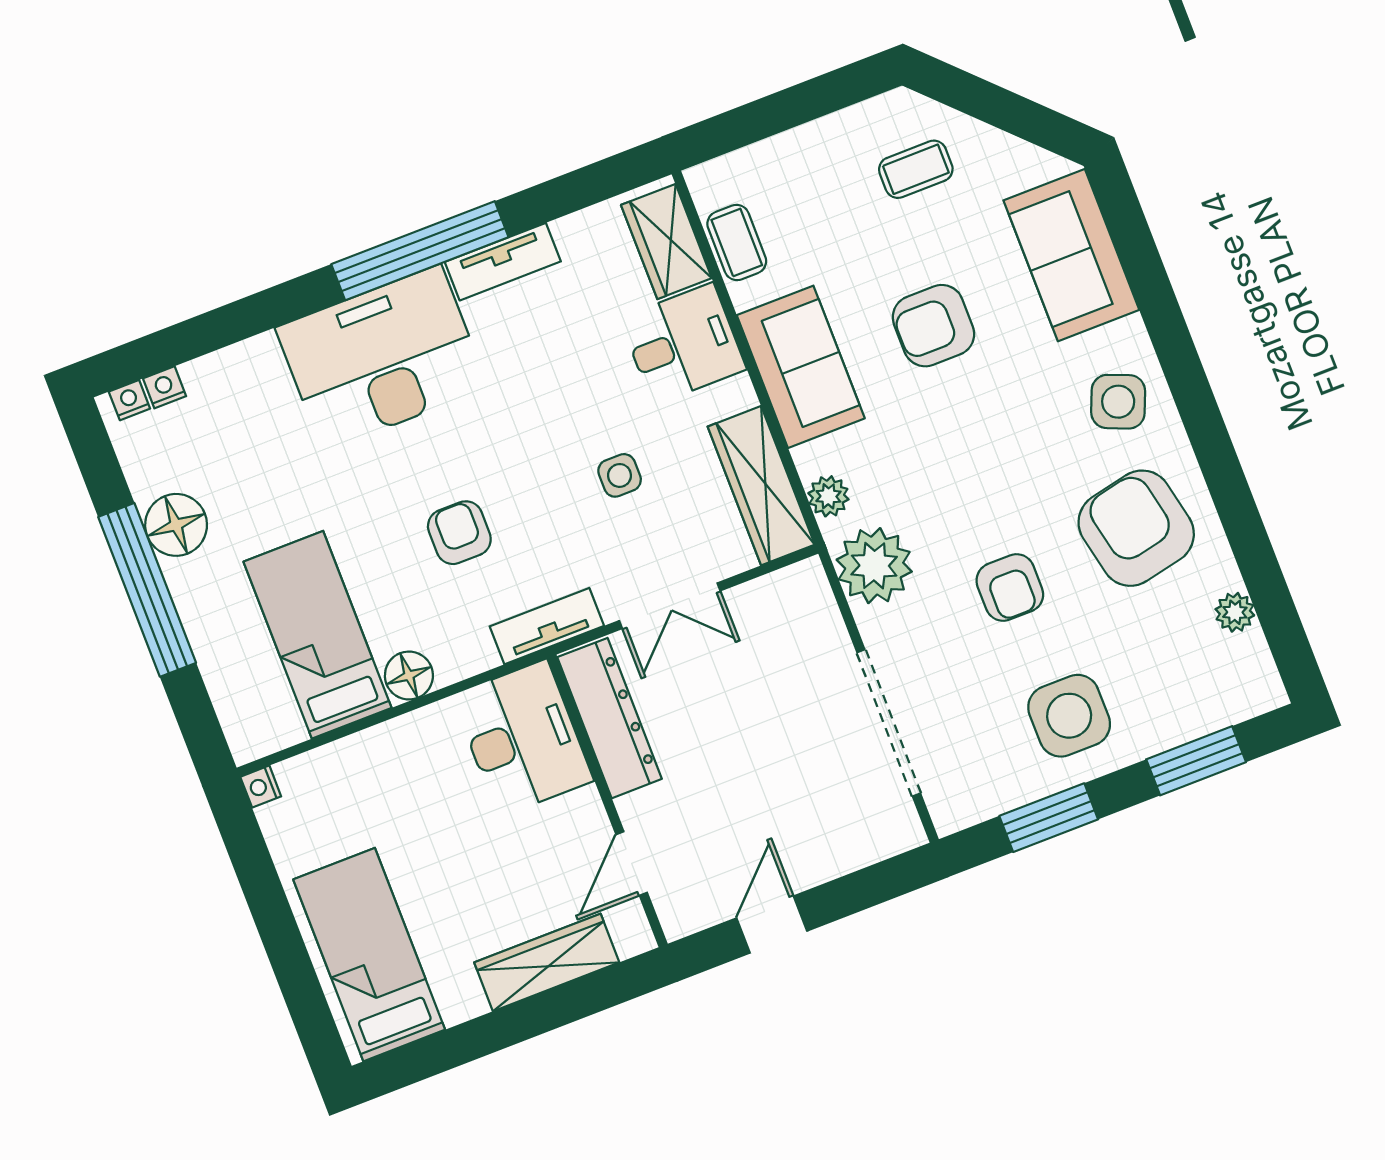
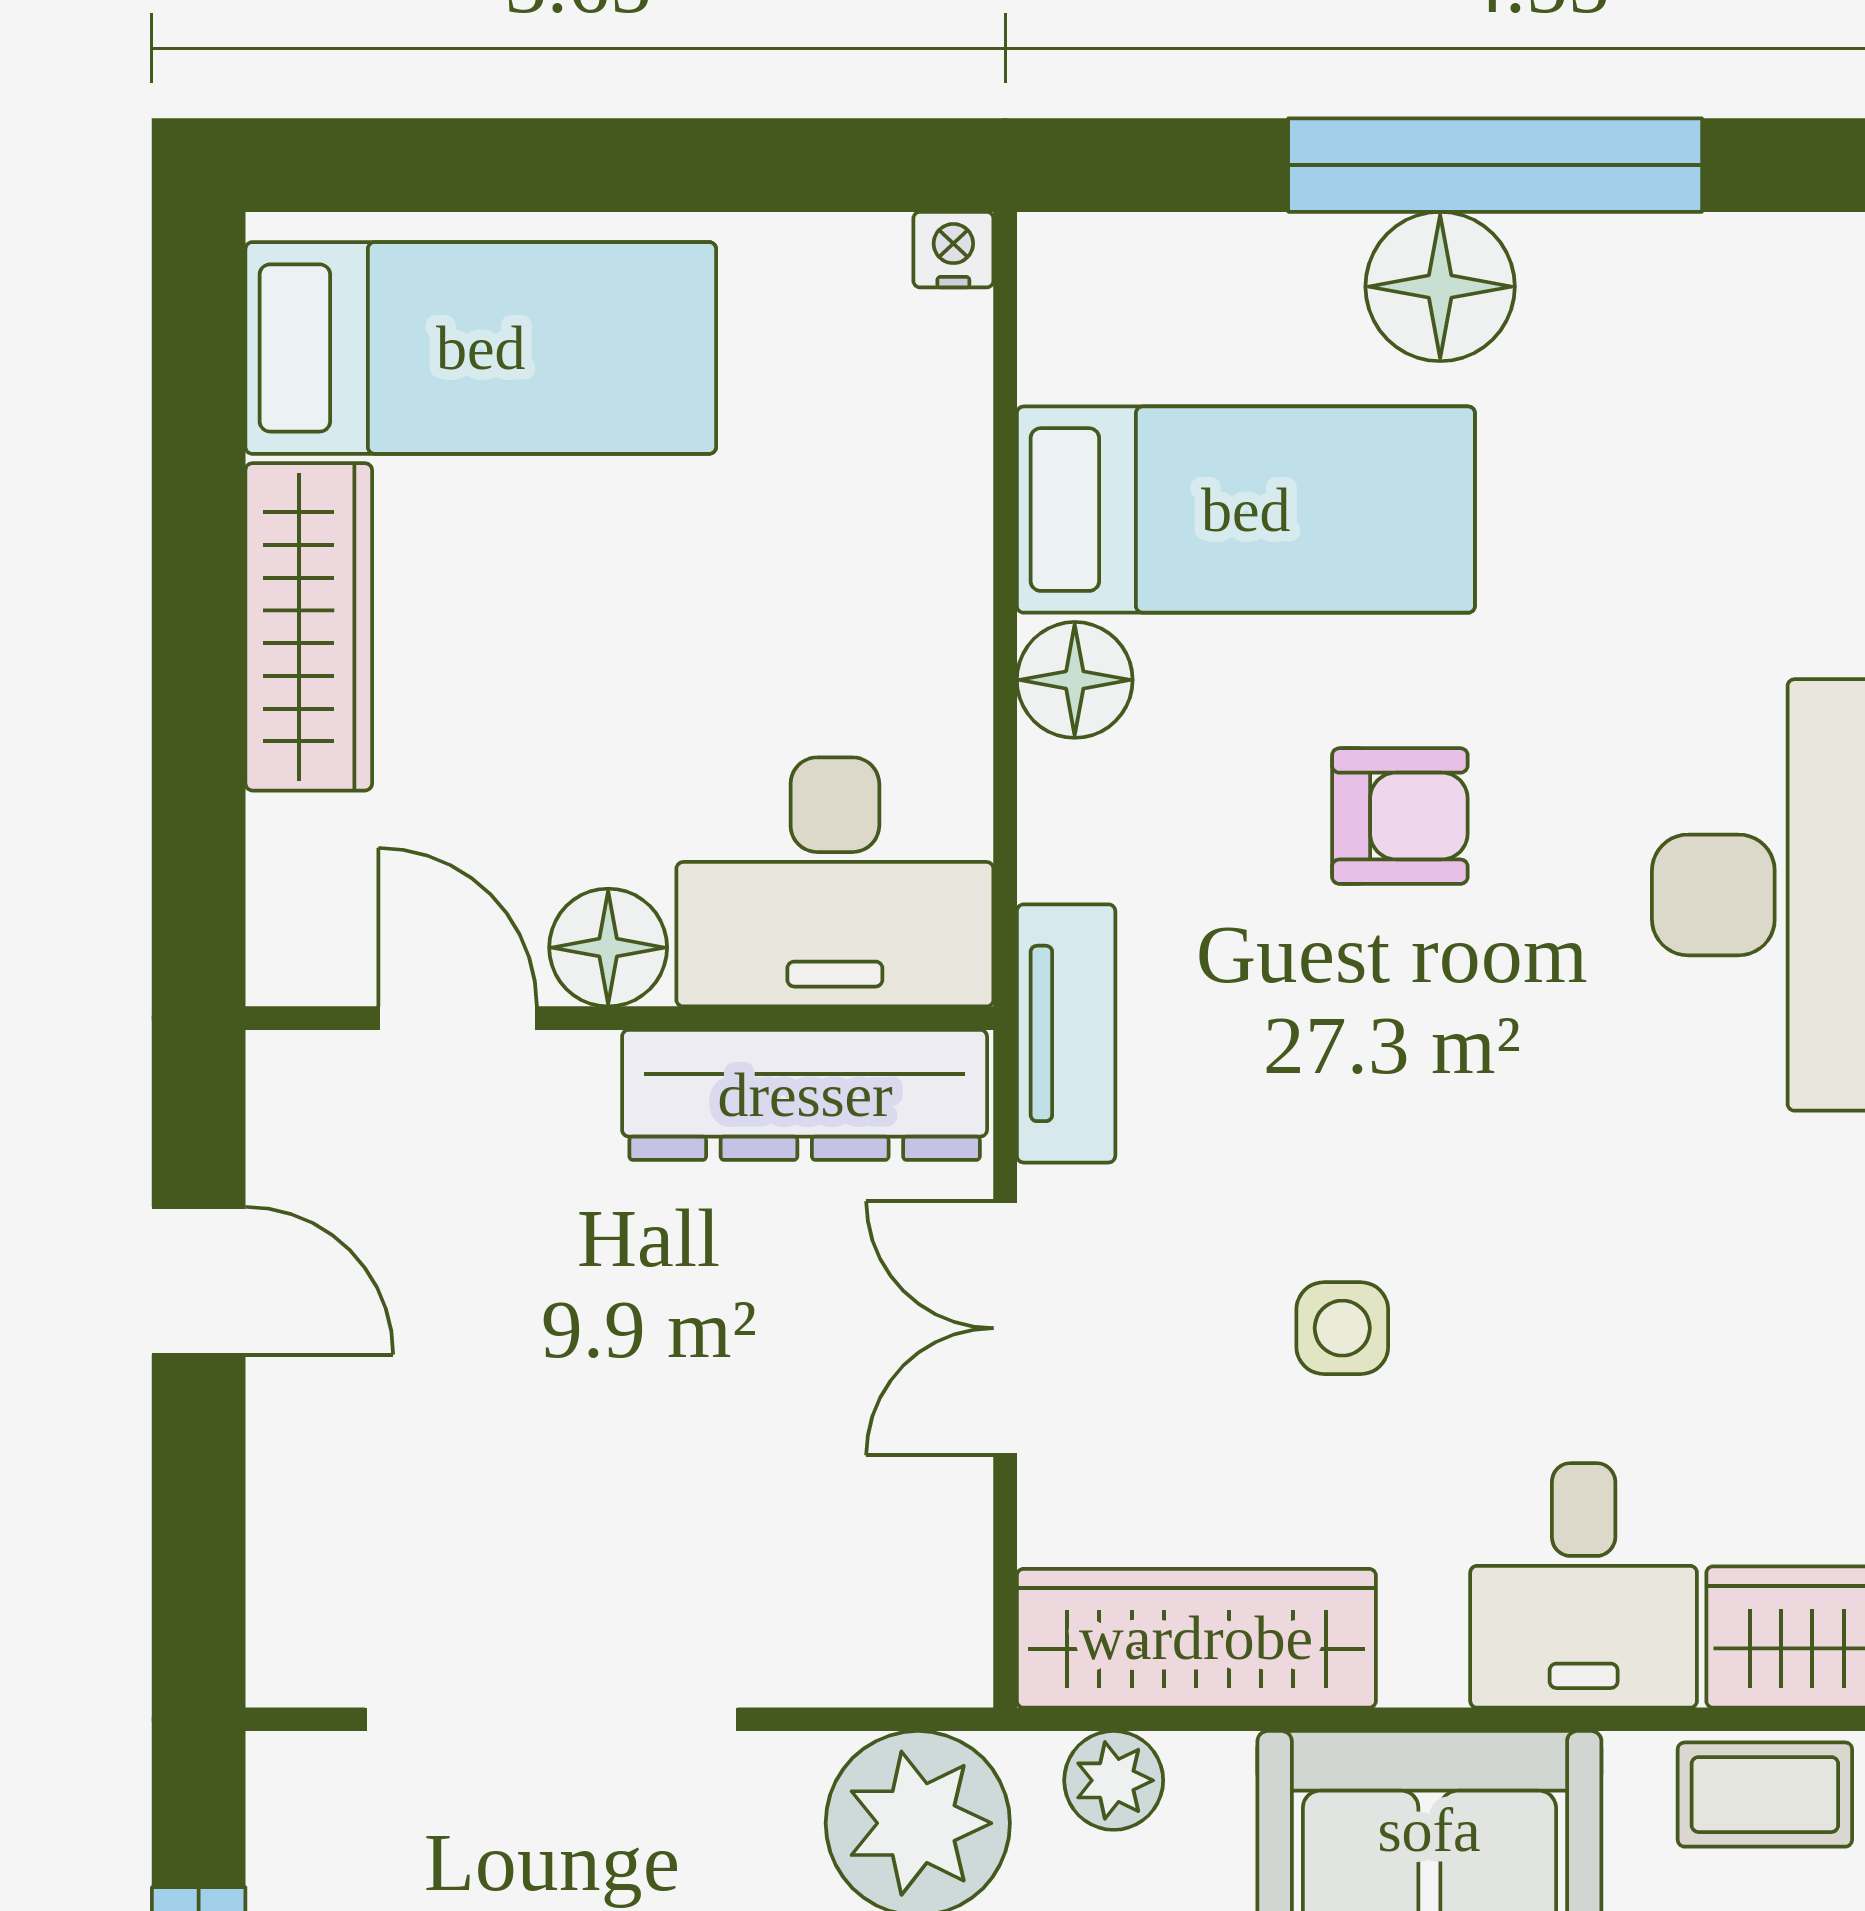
floor lamp: (176, 525) -> (1440, 287), moved
armchair: (459, 533) -> (1400, 816), moved
floor lamp: (582, 816) -> (608, 948), added
wardrobe: (547, 962) -> (309, 627), moved

